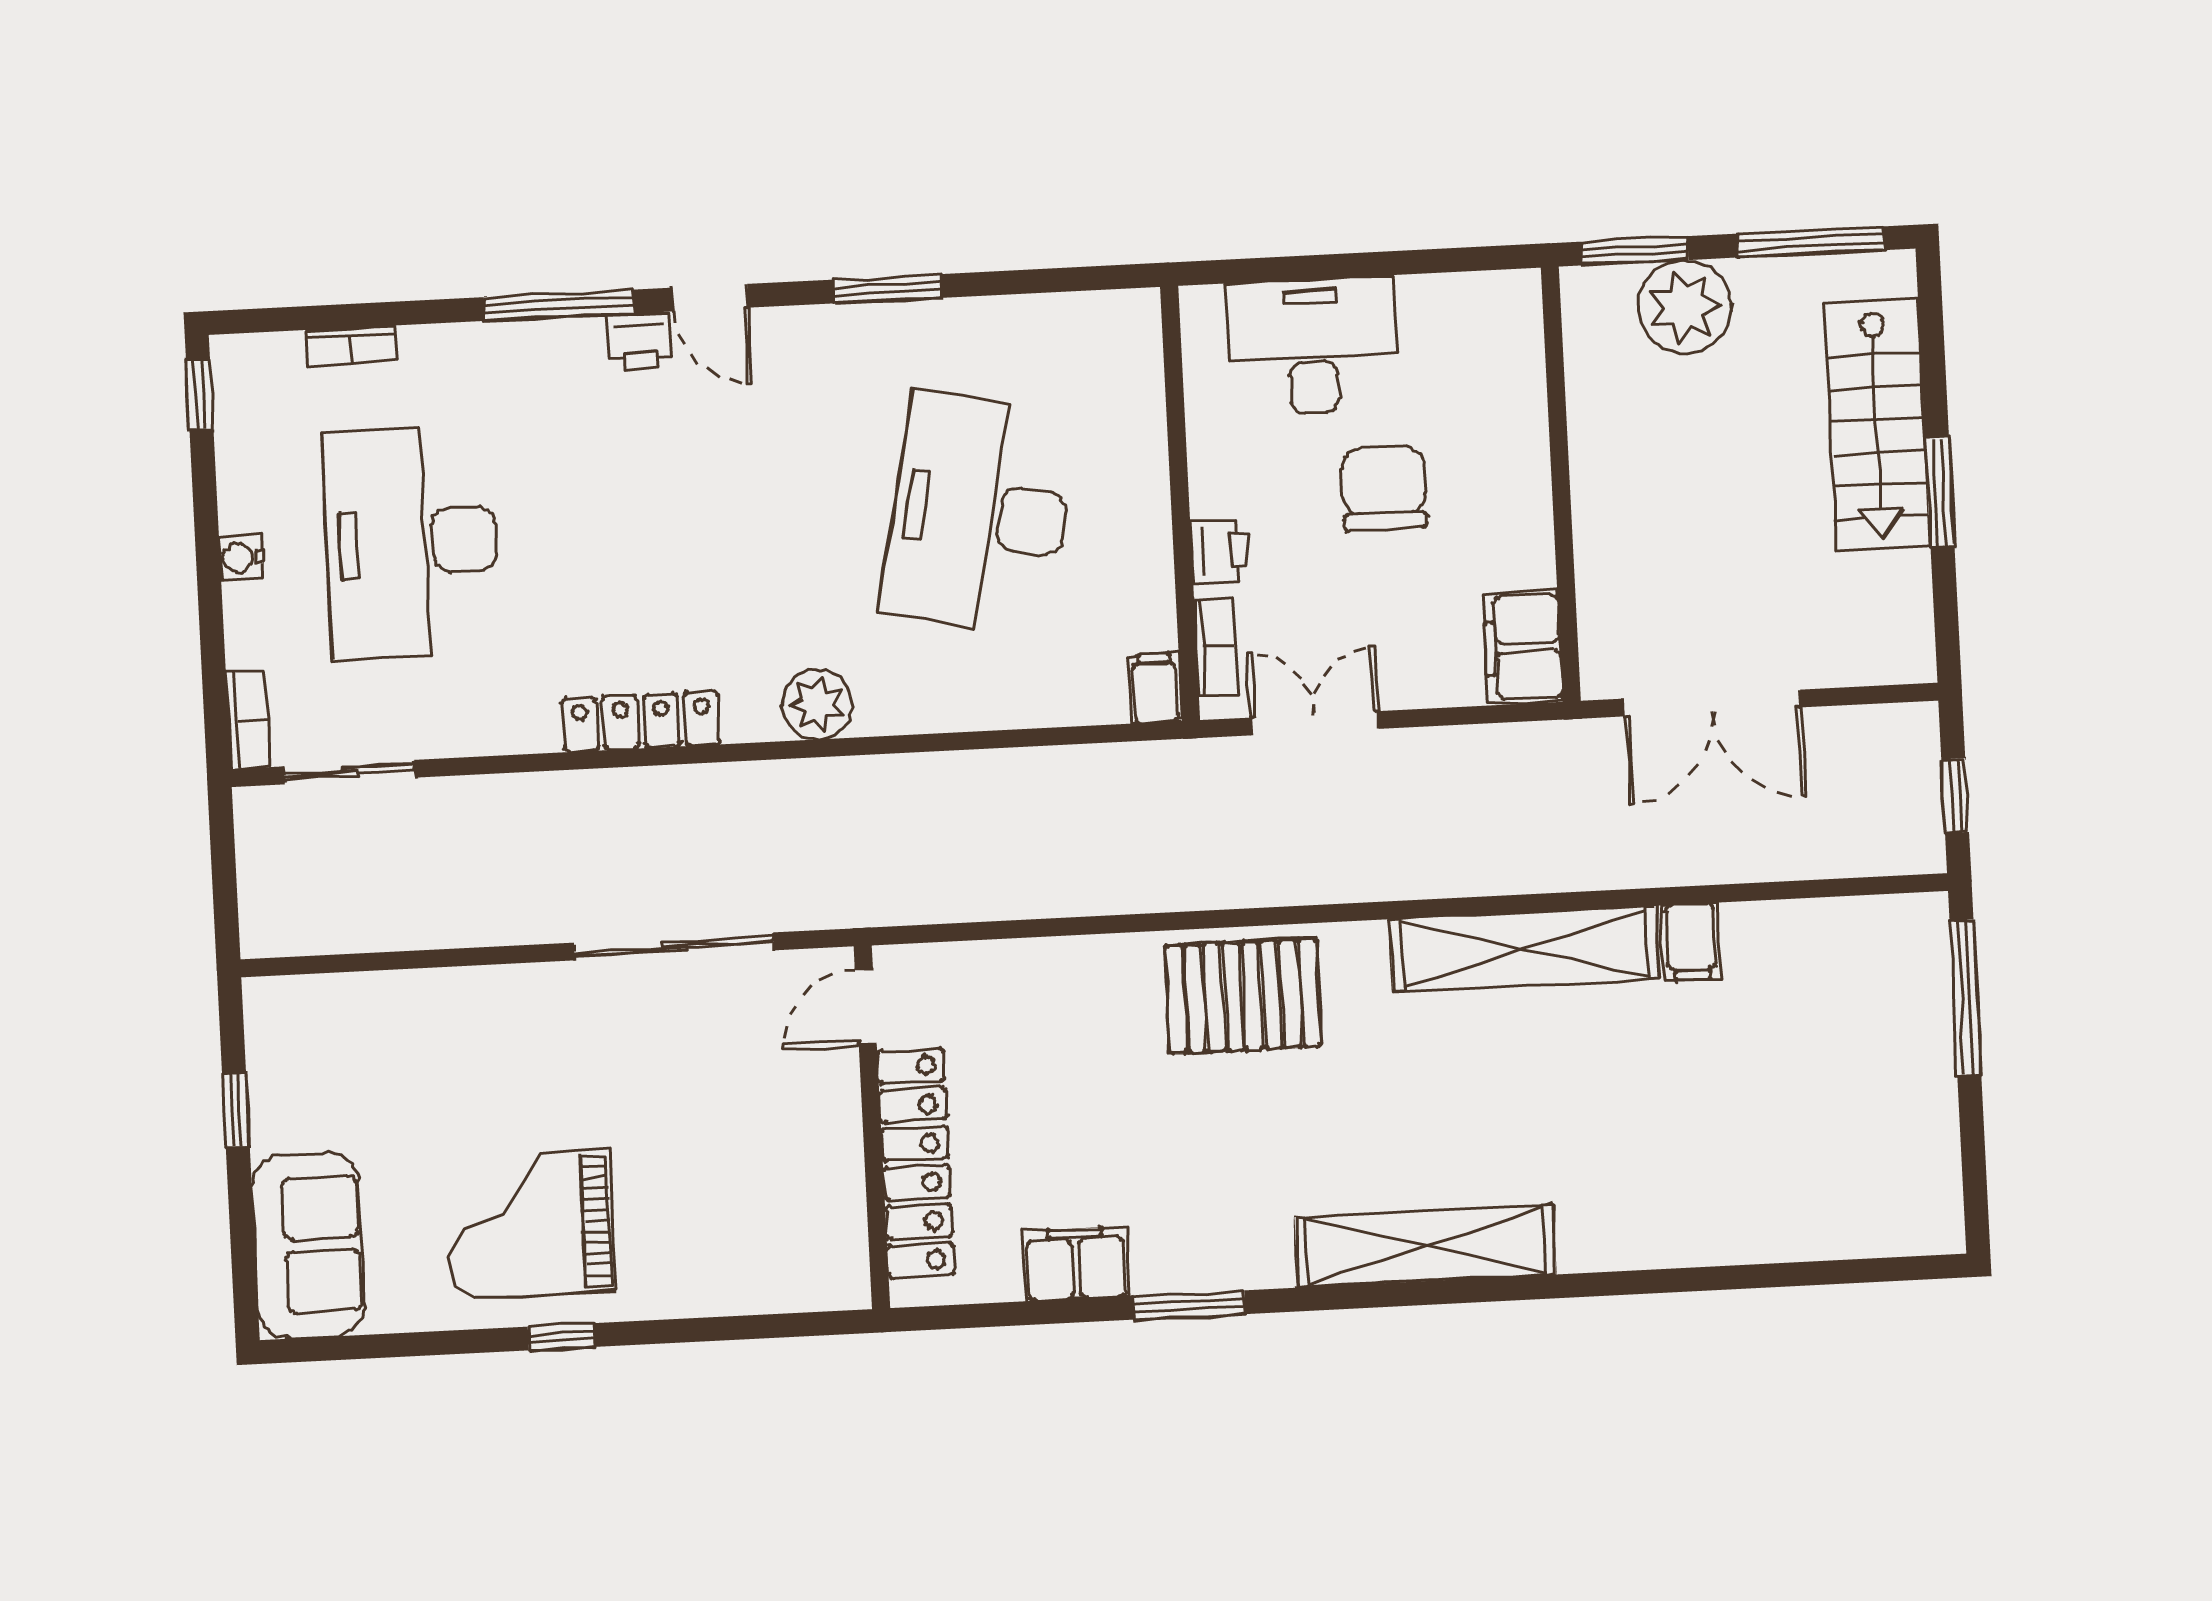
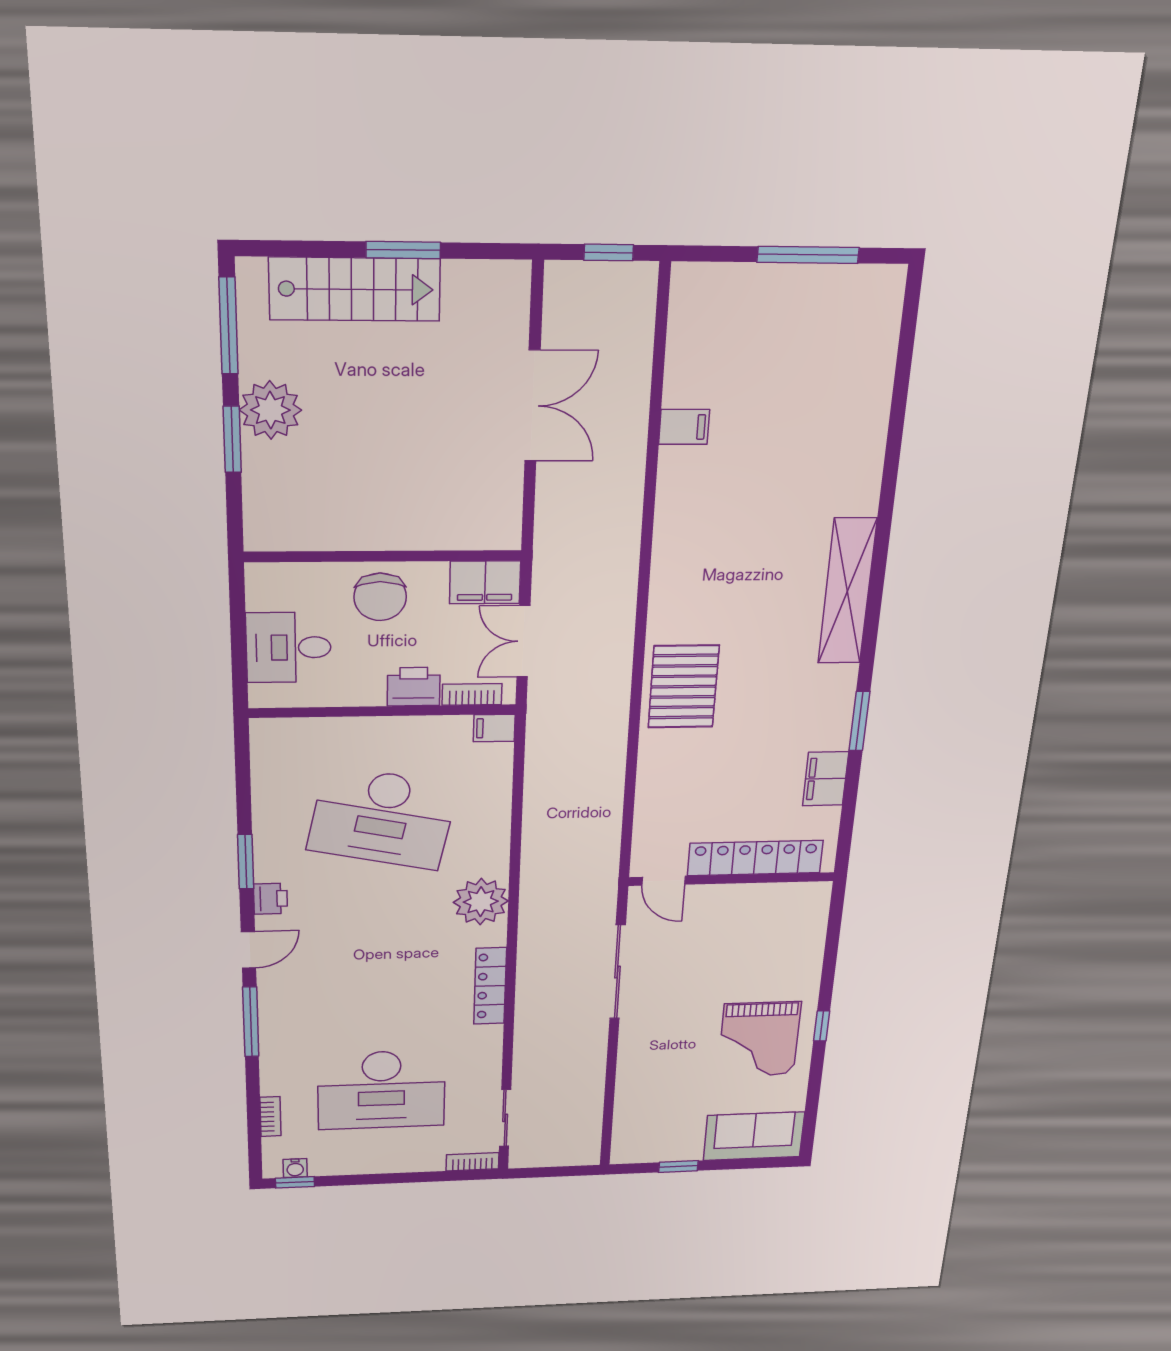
printer: (640, 341) -> (271, 899), moved
desk: (1312, 346) -> (289, 647), width x0.73
wall: (1561, 484) -> (383, 556), moved
chair: (1384, 488) -> (380, 597), turned -90
printer: (1220, 551) -> (414, 687), width x1.36, depth x1.24
water cooler: (241, 557) -> (295, 1168), moved
filing cabinet: (1523, 647) -> (485, 582), moved
plant: (817, 704) -> (481, 902), width x1.36, depth x1.36
shelving: (1525, 949) -> (676, 527), removed
window: (1965, 997) -> (808, 255), moved

